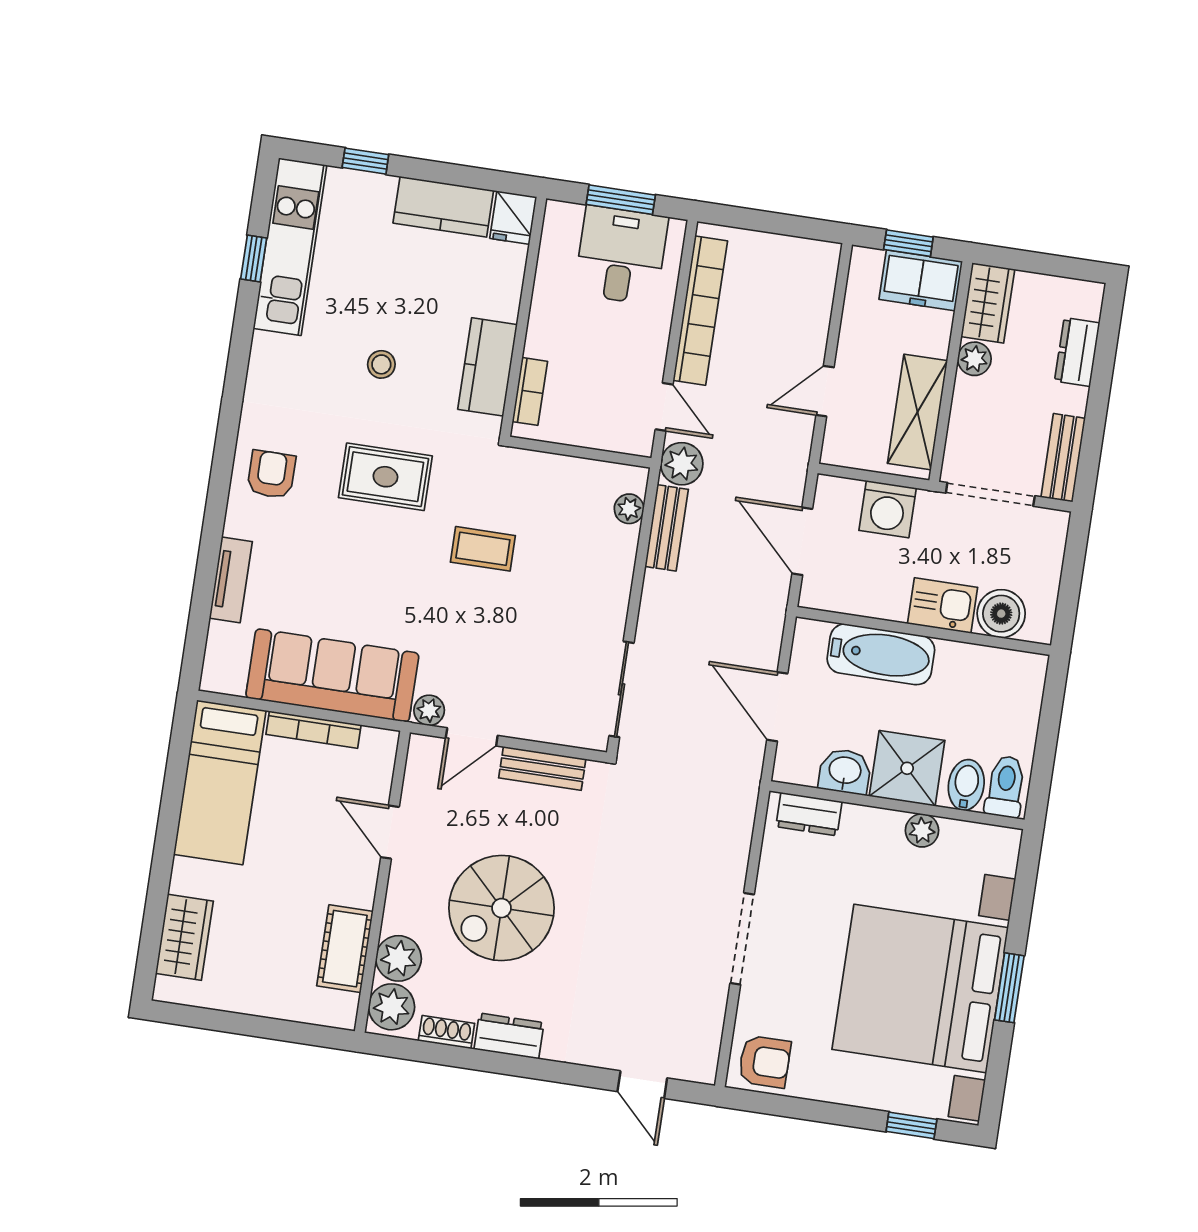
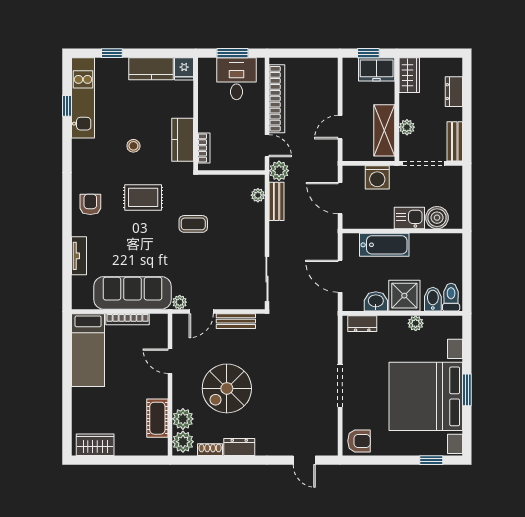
plant: (974, 359) -> (407, 127), moved
wardrobe: (184, 937) -> (95, 445), moved, turned -90

